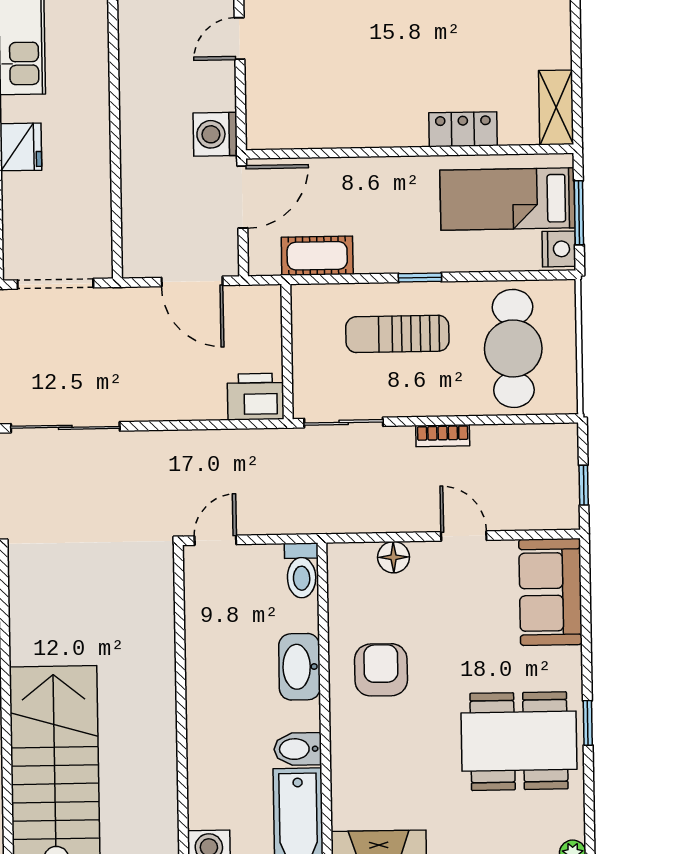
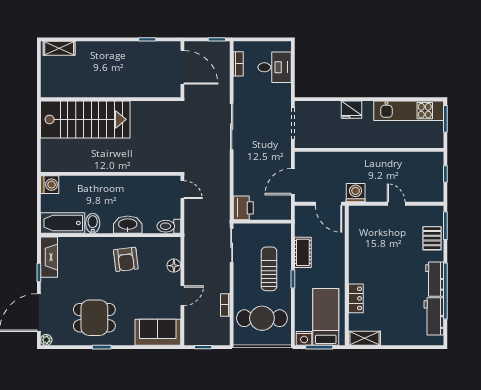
cot: (317, 256) -> (303, 252), moved
bookcase: (443, 436) -> (225, 305), moved
armchair: (381, 670) -> (126, 259), turned 83
dining table: (519, 741) -> (94, 318), width x0.73

